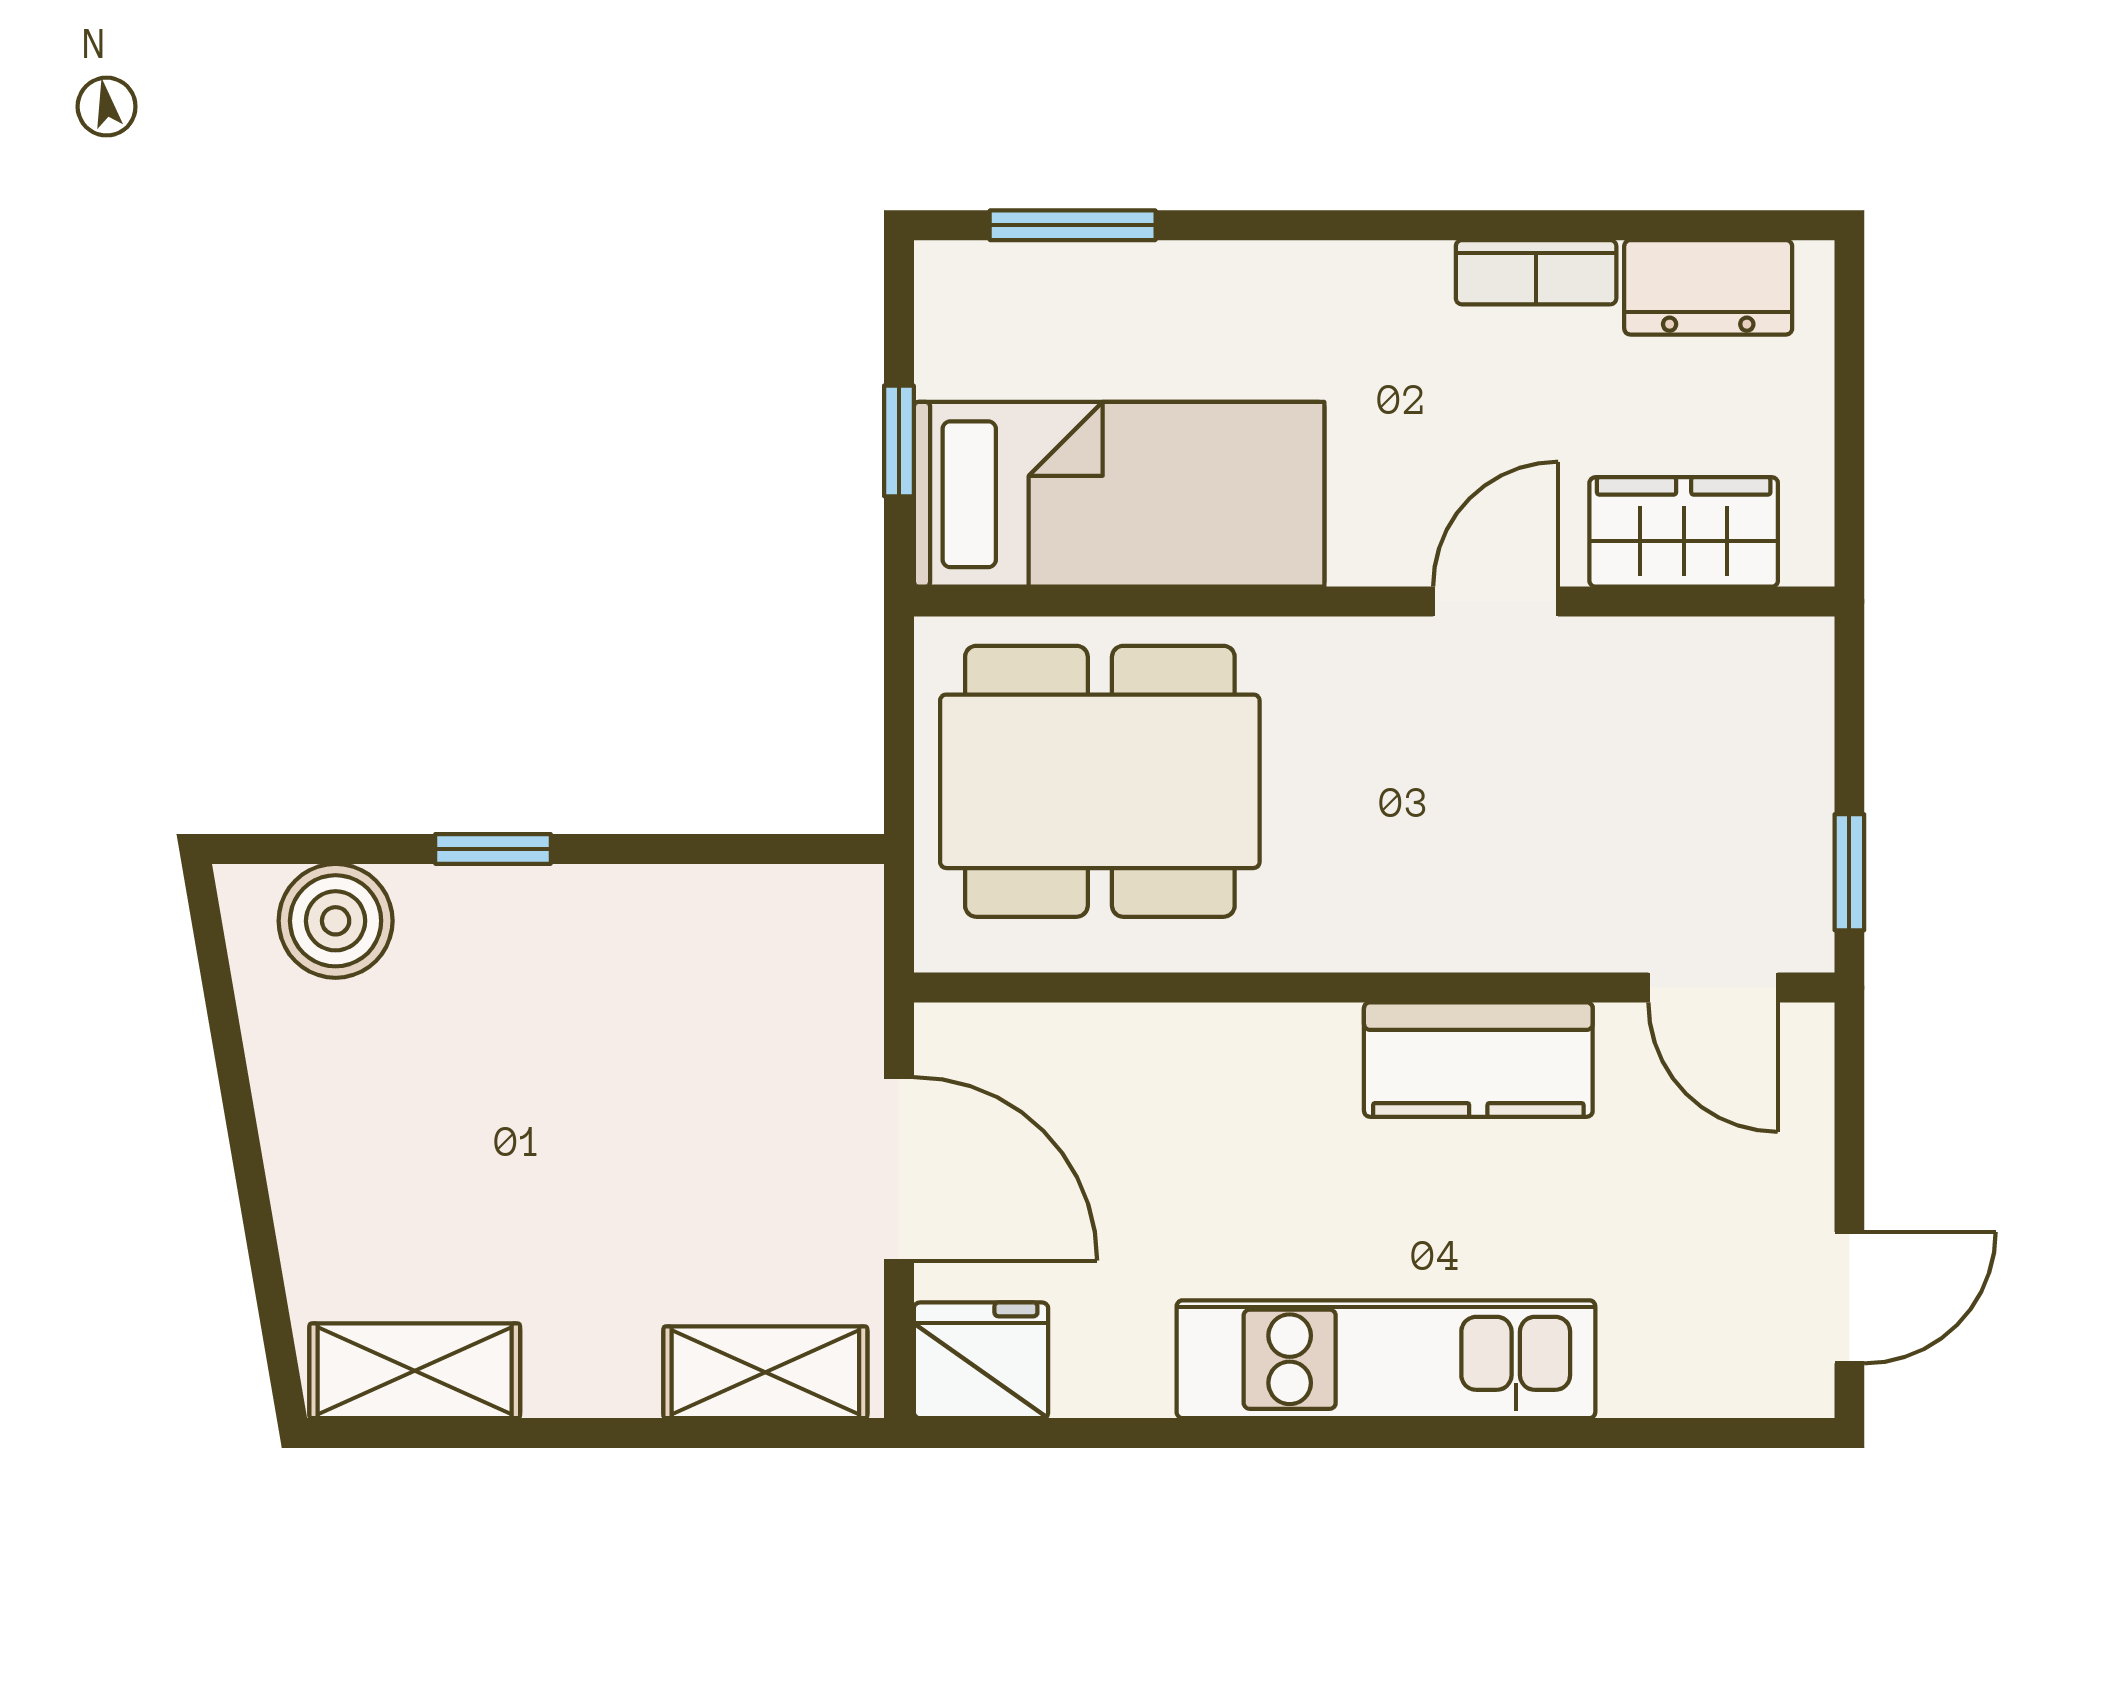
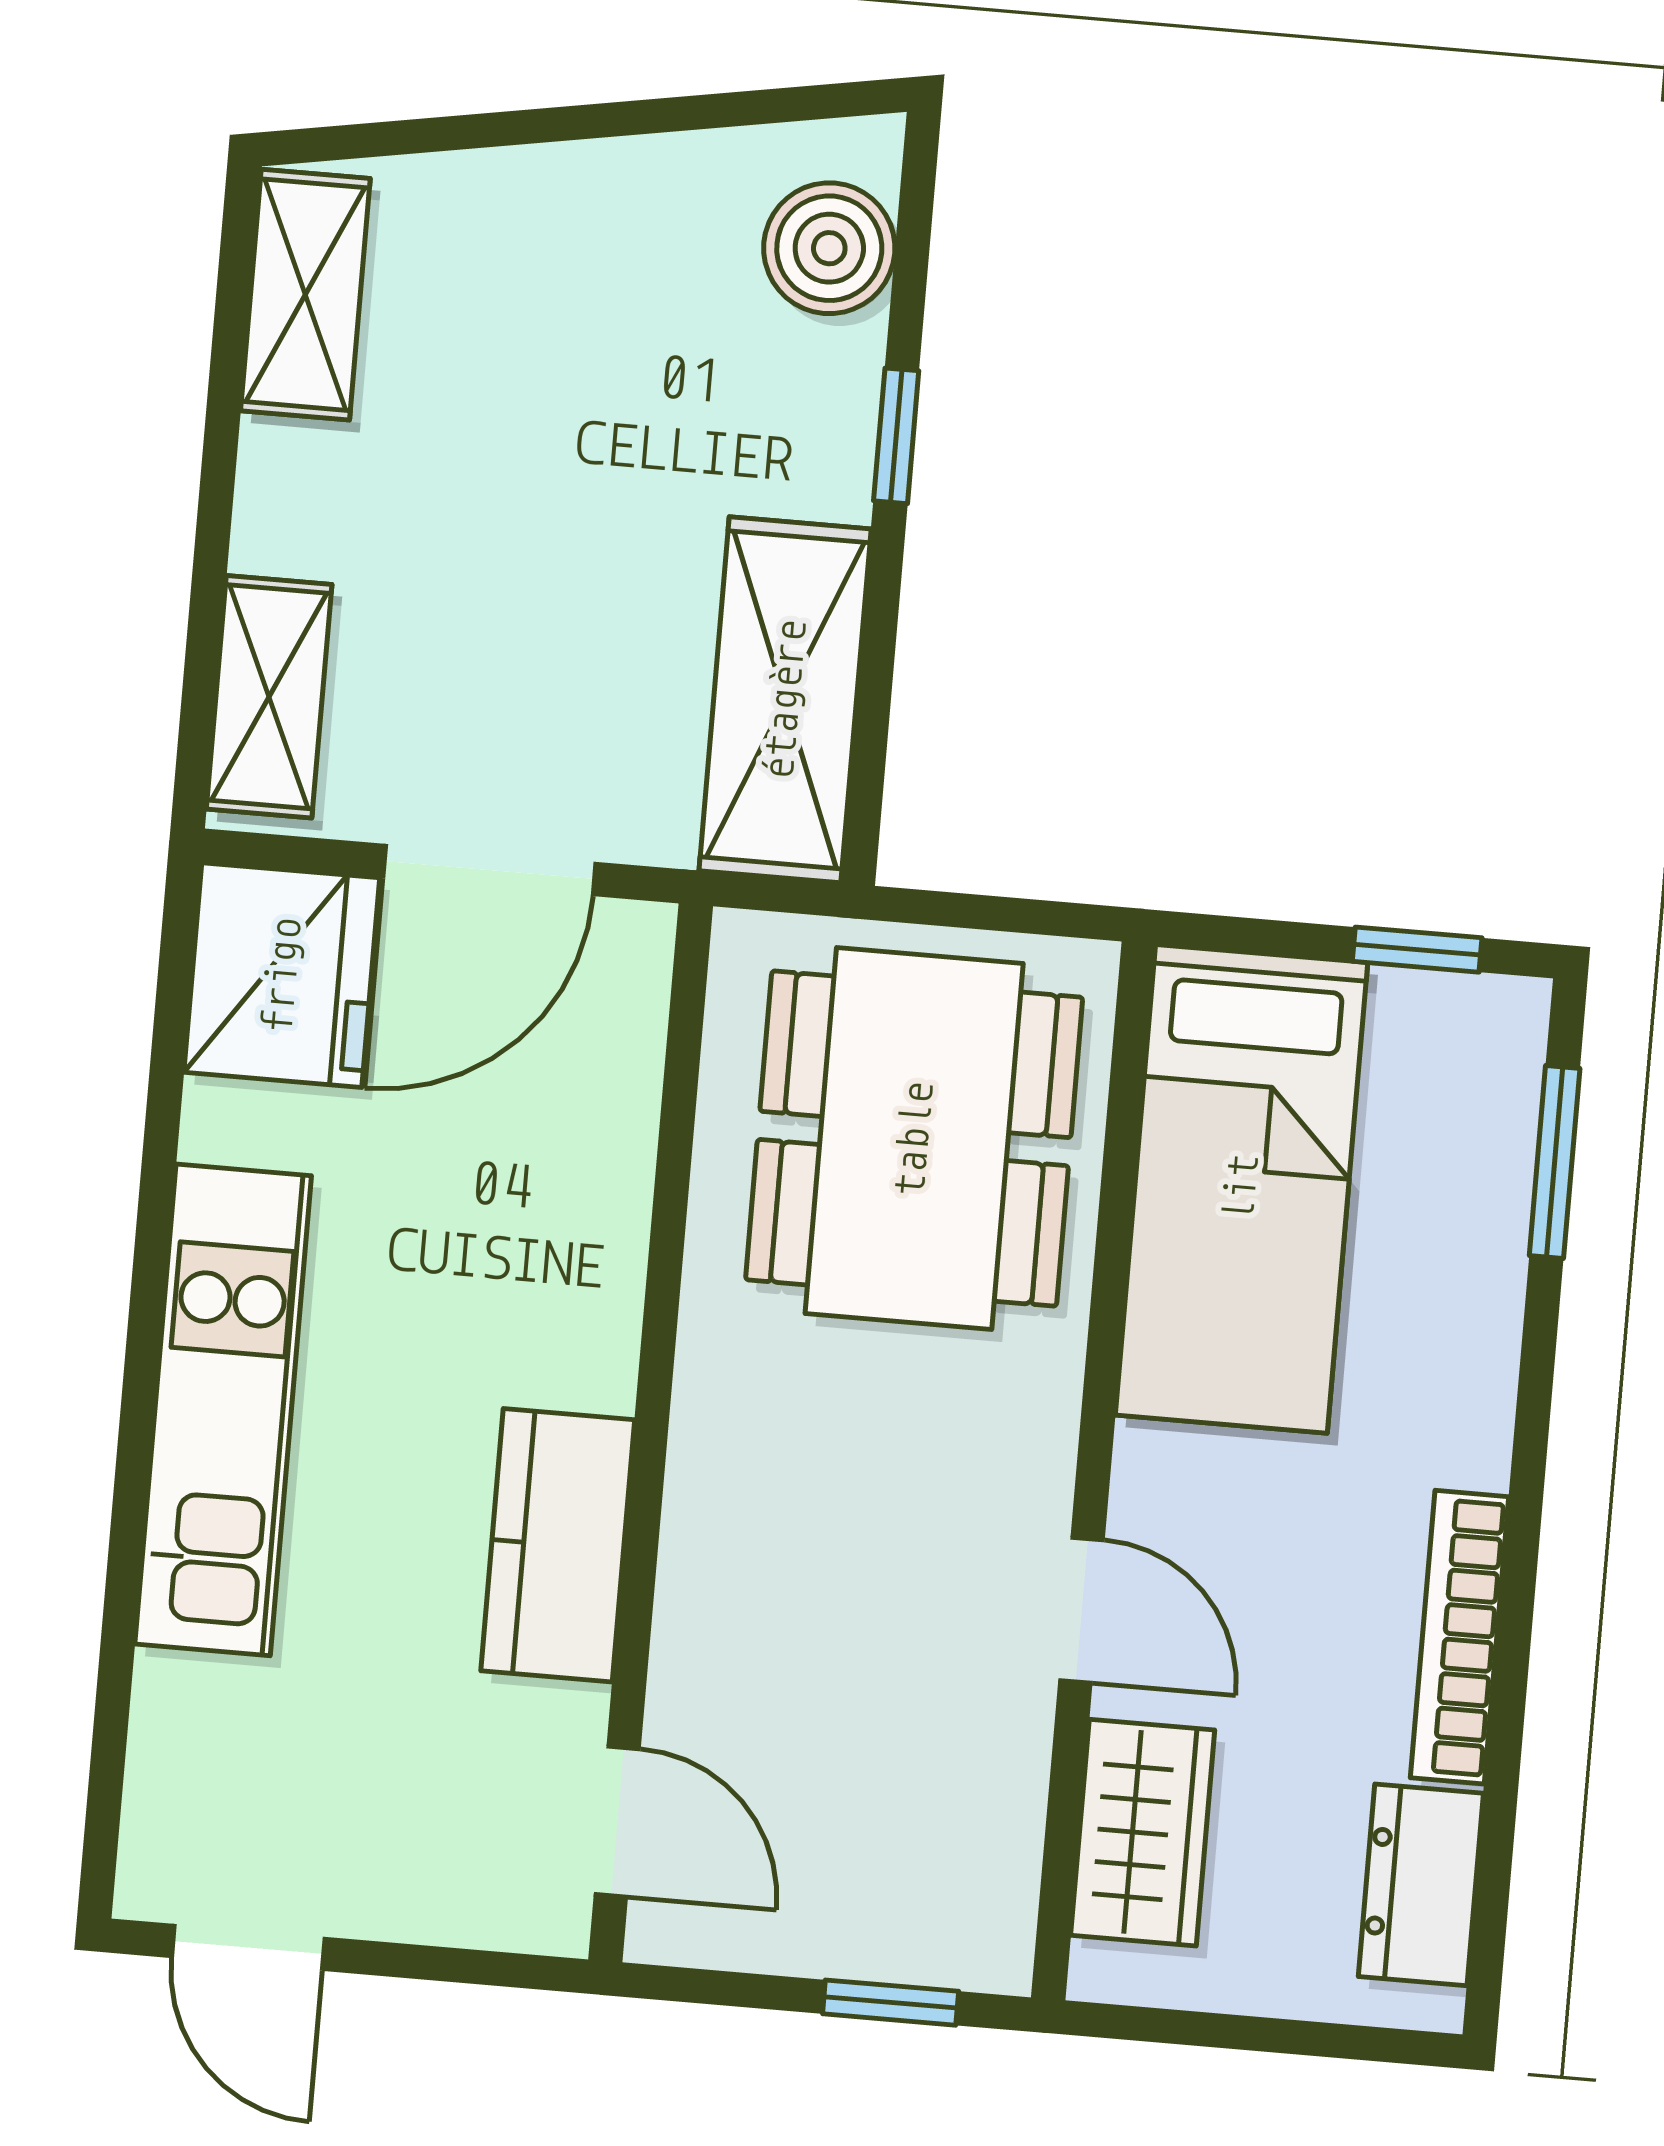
bookcase: (1536, 272) -> (1460, 1637), width x1.56
window: (899, 441) -> (1417, 950), moved
window: (1849, 872) -> (891, 2003), moved
shelving: (730, 926) -> (785, 700), added
door: (1713, 988) -> (617, 1821), swing flipped
fridge: (981, 1360) -> (282, 975), width x1.36, depth x1.34

